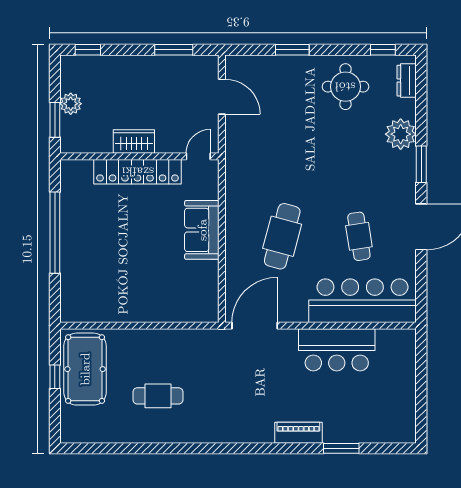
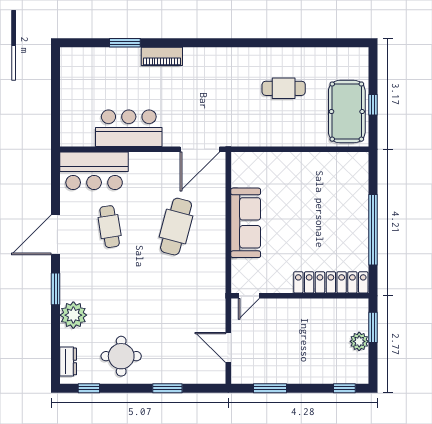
wardrobe: (134, 142) -> (304, 309), removed
locker: (138, 172) -> (331, 282), moved
sofa: (202, 230) -> (246, 223), width x1.36
bar counter: (363, 301) -> (94, 171), width x0.73

